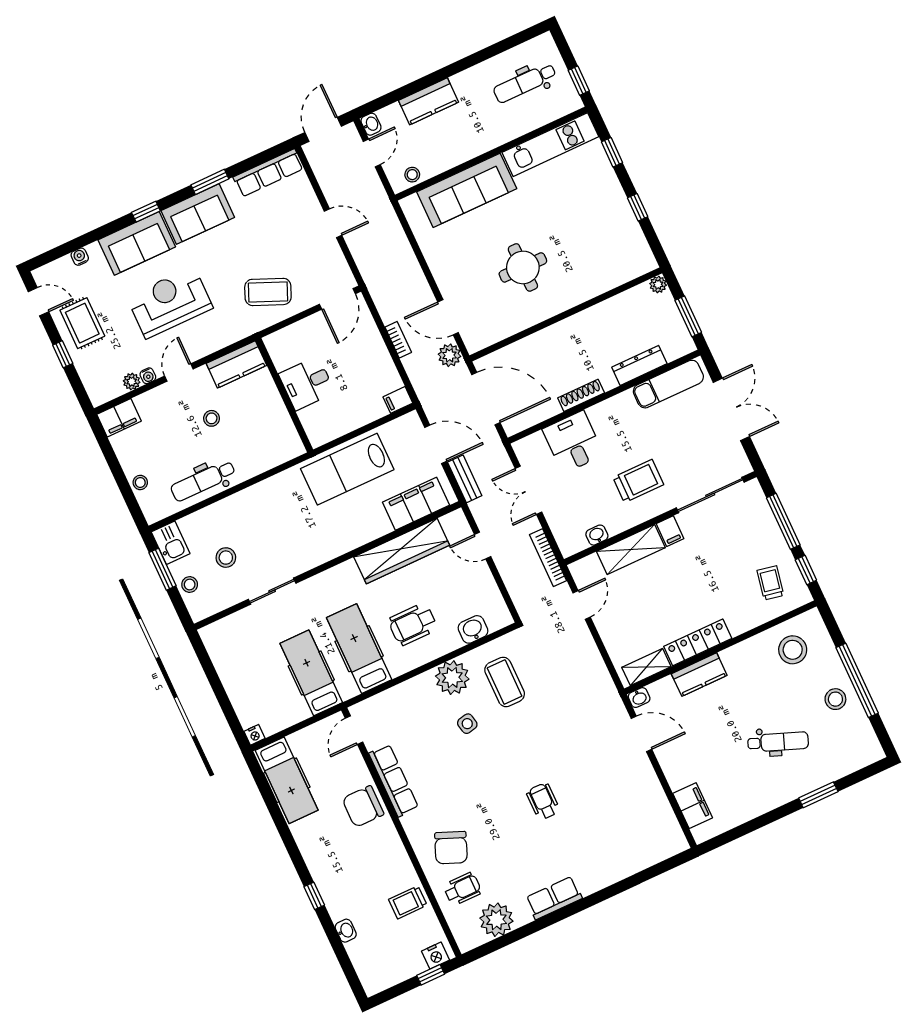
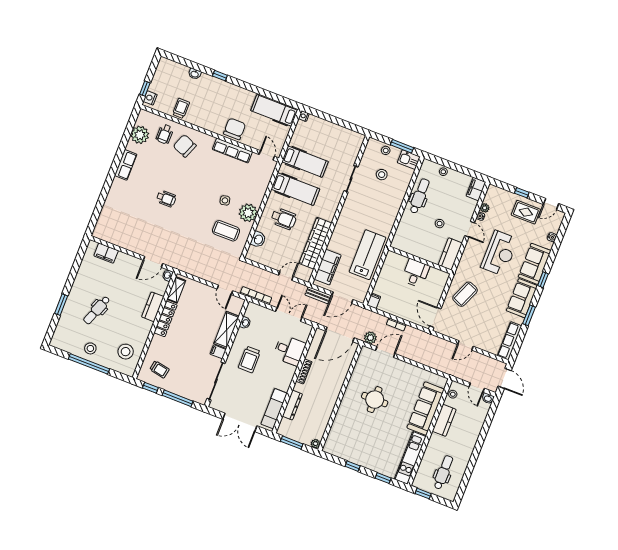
kitchen counter: (428, 101) -> (444, 420), moved, turned 180
wheelchair: (413, 624) -> (284, 219), turned 90

